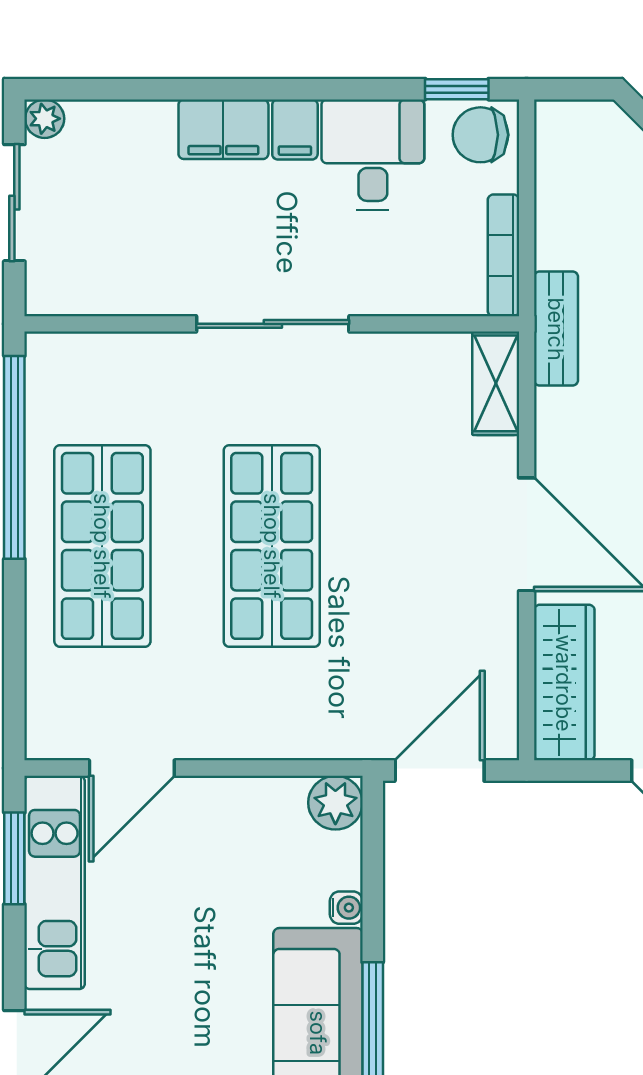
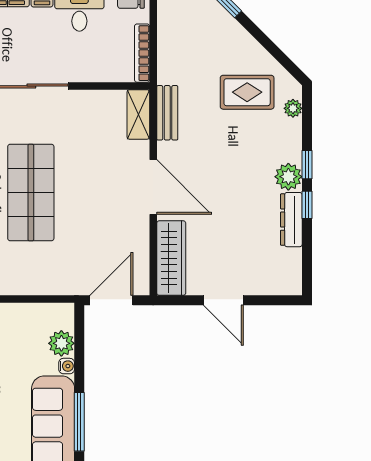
bench: (556, 329) -> (167, 113), moved
plant: (335, 803) -> (61, 343), moved

